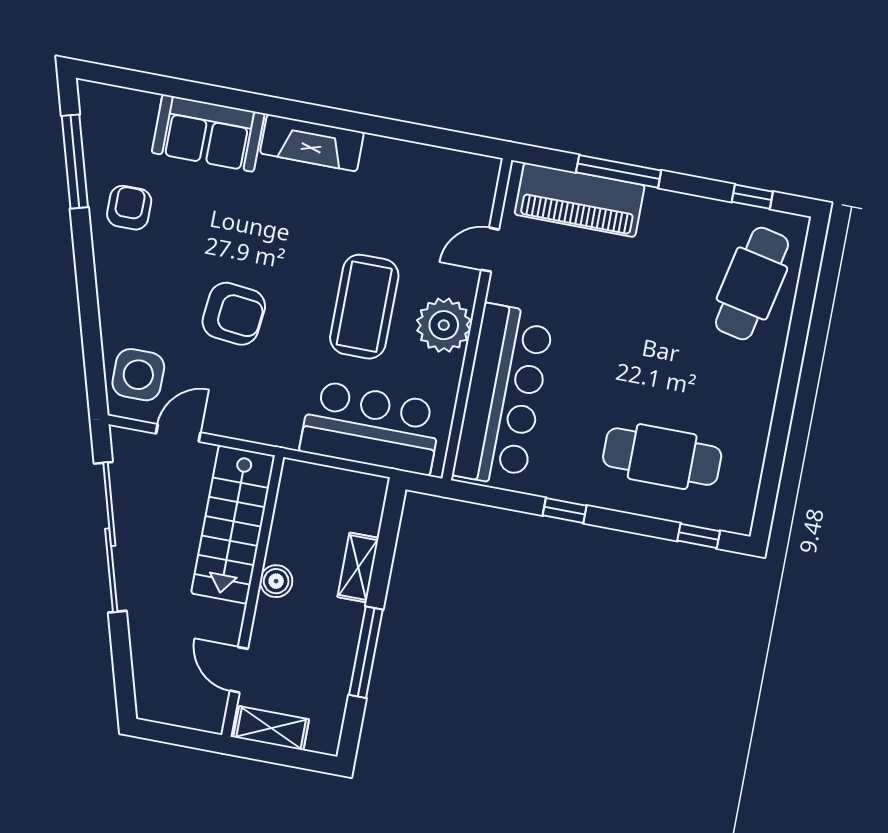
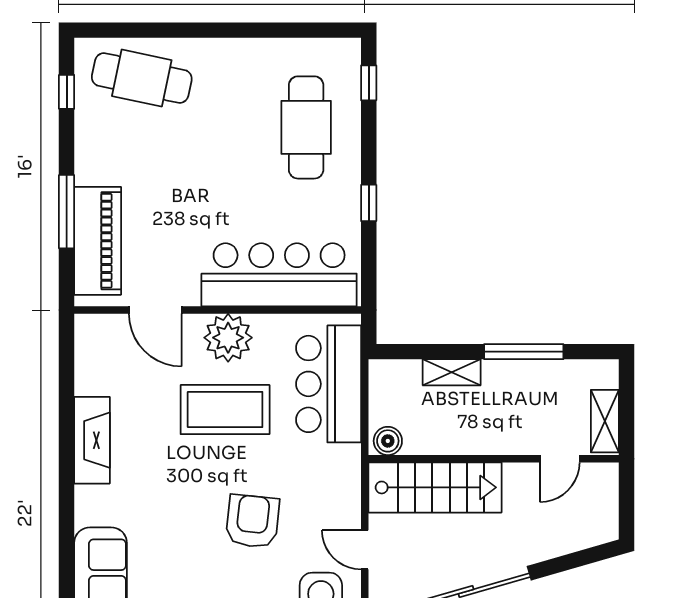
fireplace: (312, 143) -> (92, 440), moved
door: (490, 250) -> (155, 310), width x1.38
boiler: (276, 581) -> (388, 441), moved

